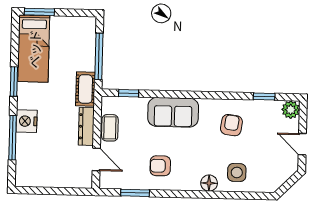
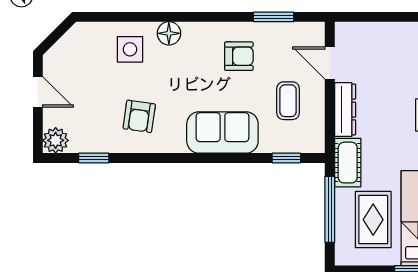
rug: (68, 48) -> (373, 220), added
coffee table: (110, 128) -> (288, 101), moved

